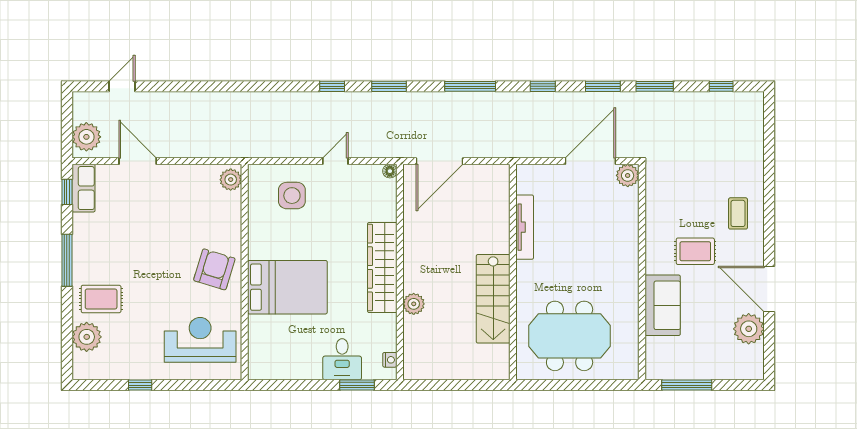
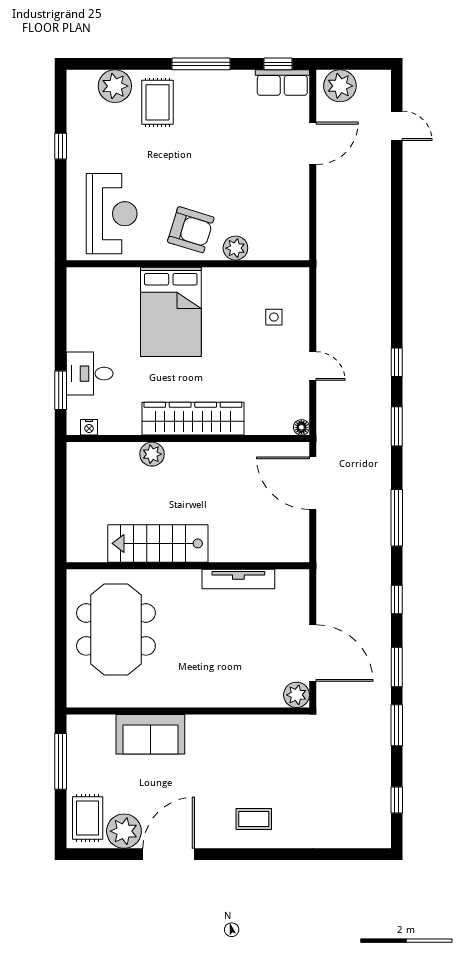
plant: (231, 180) -> (235, 248), moved
side table: (292, 196) -> (274, 317), width x0.54, depth x0.54
rug: (695, 251) -> (88, 818), moved

